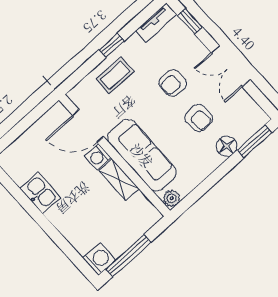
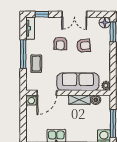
window: (112, 45) -> (23, 54), width x2.17
floor lamp: (227, 146) -> (105, 22), moved
washing machine: (98, 157) -> (31, 100), moved
boiler: (139, 202) -> (96, 100), added

